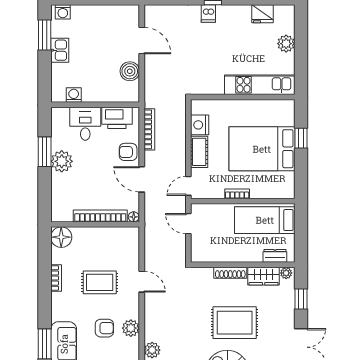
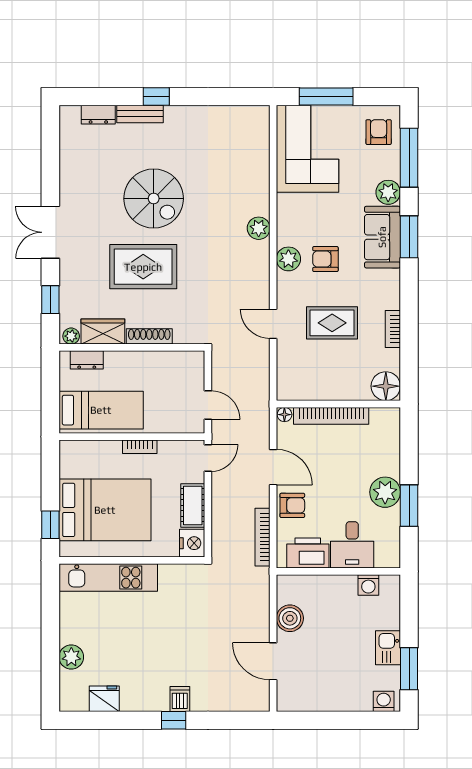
kitchen unit: (260, 85) -> (108, 578), moved
wall: (243, 97) -> (132, 560), moved

